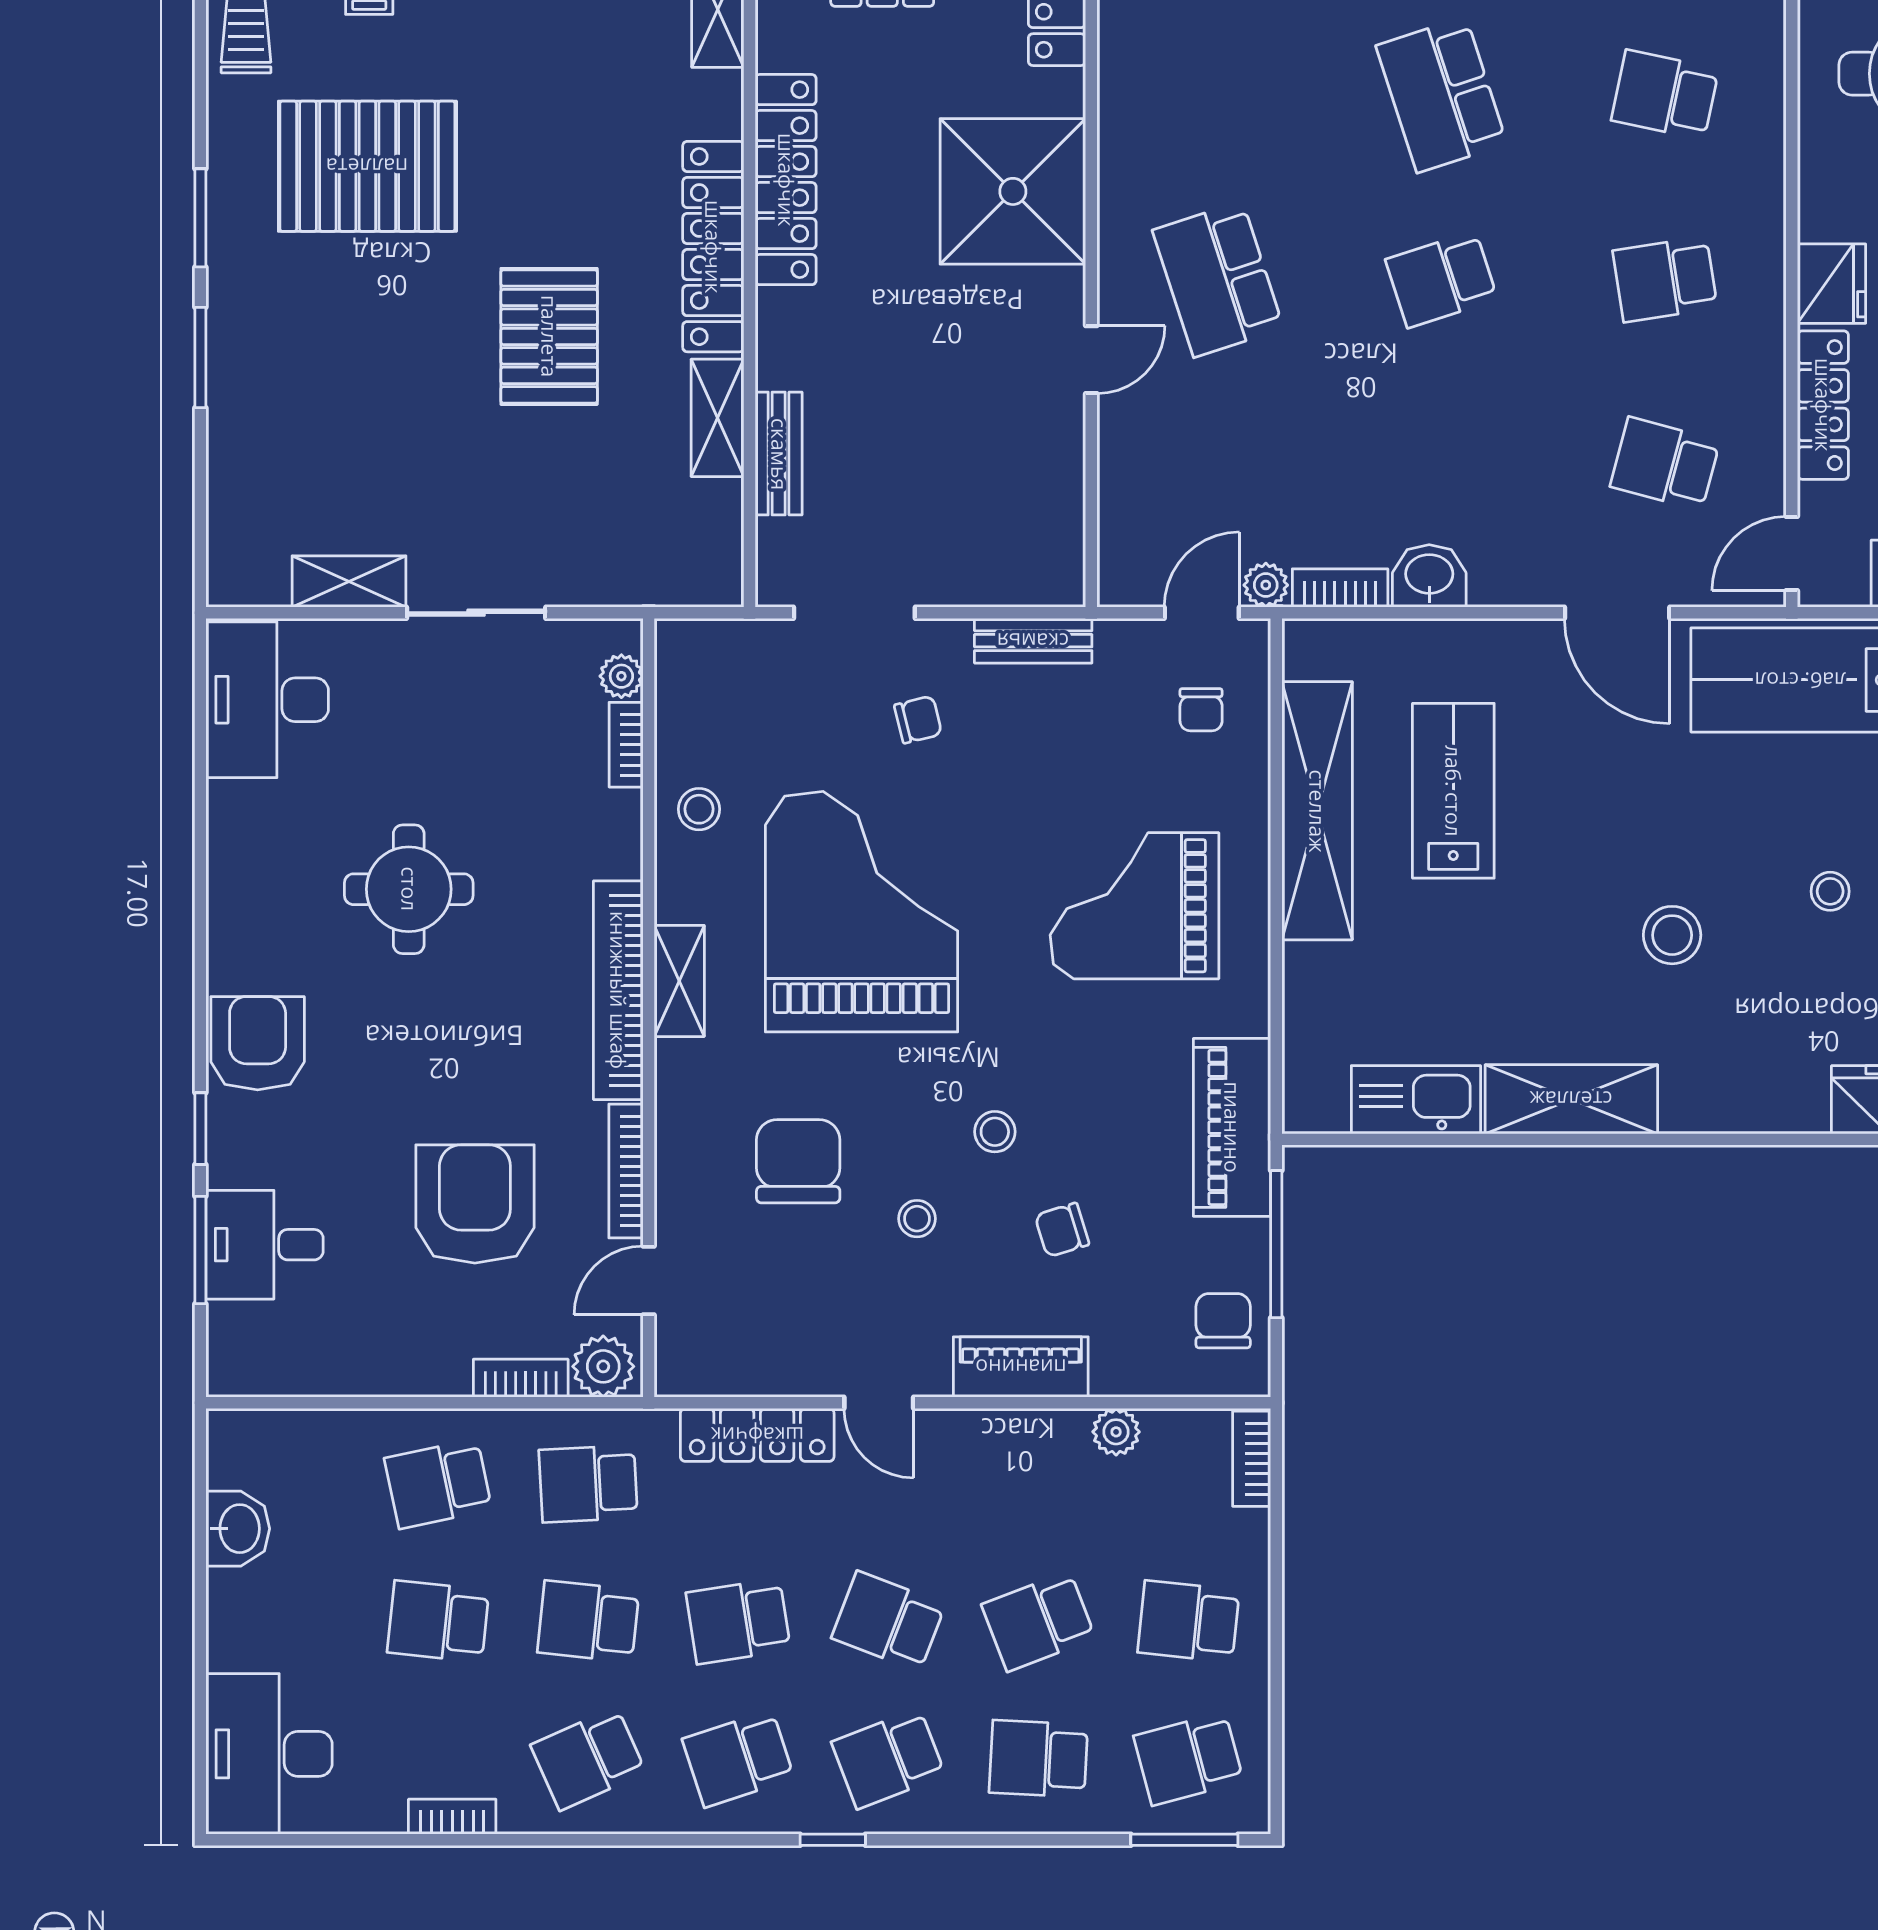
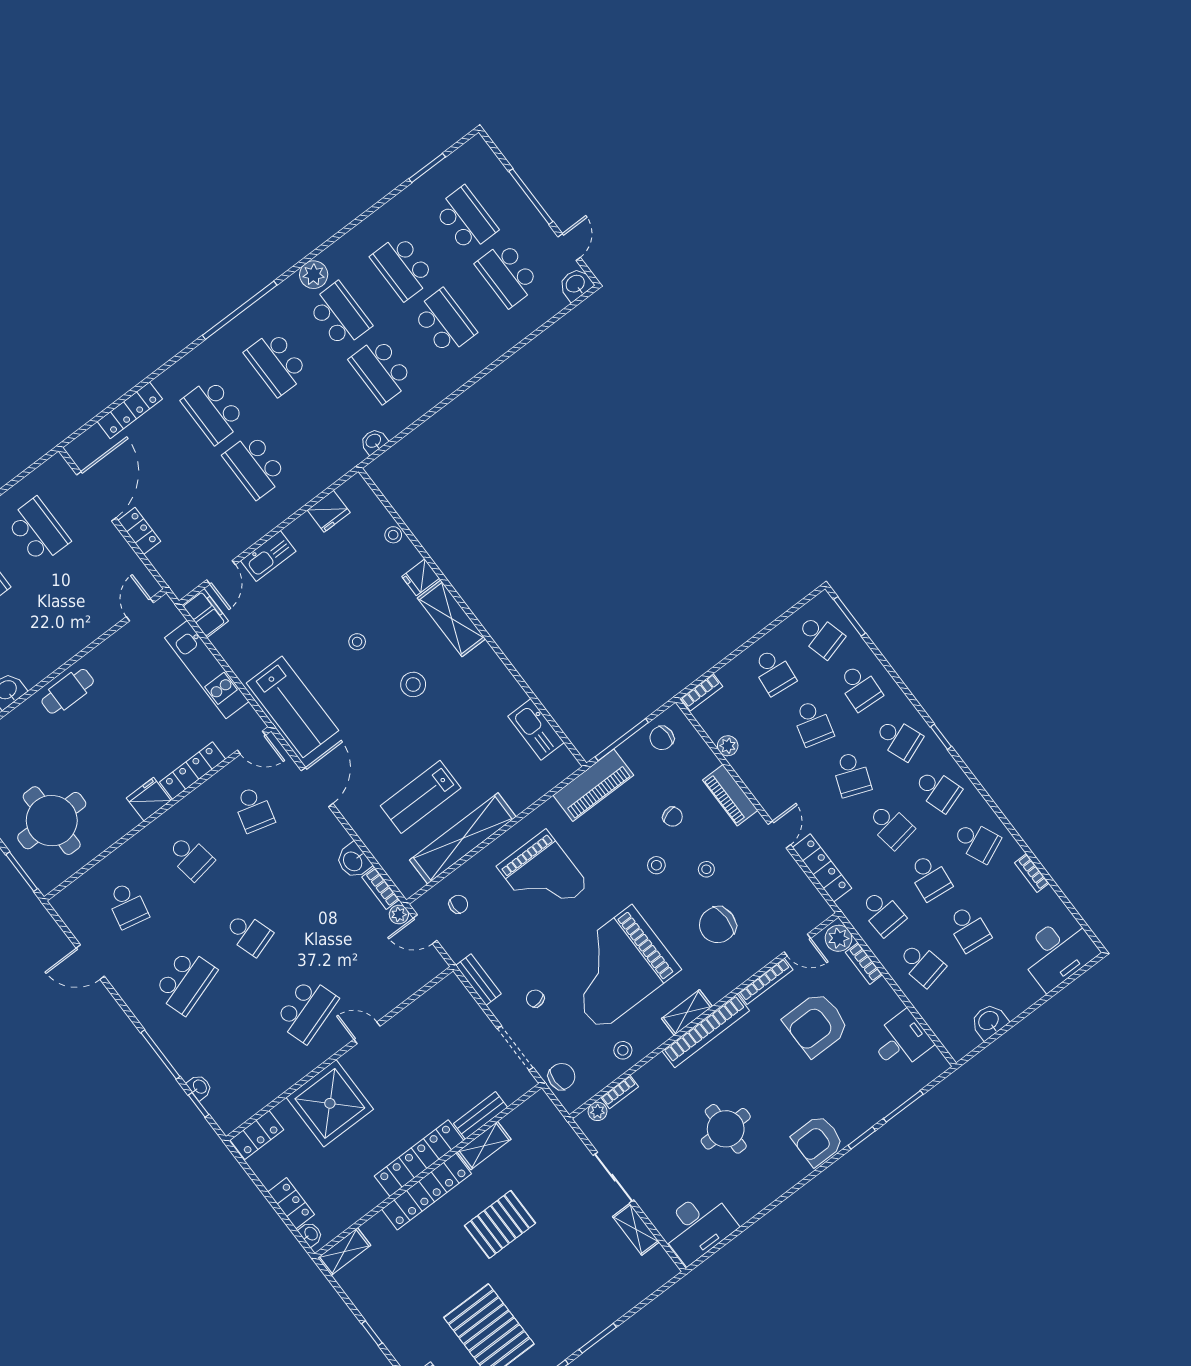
locker: (786, 180) -> (419, 1158), moved
chair: (737, 659) -> (562, 1076), added
shelving: (1571, 1099) -> (452, 618), moved
desk: (265, 1245) -> (901, 1041), moved, turned -90
school desk: (1038, 1621) -> (813, 723), turned 36

